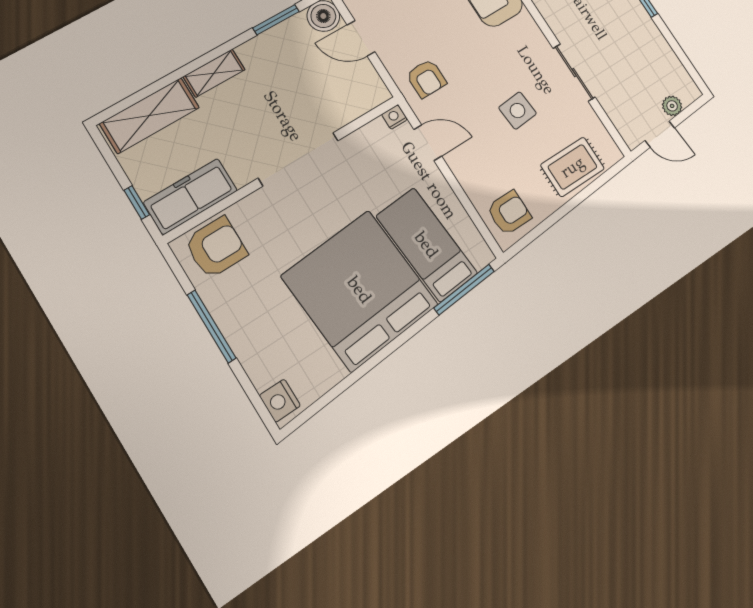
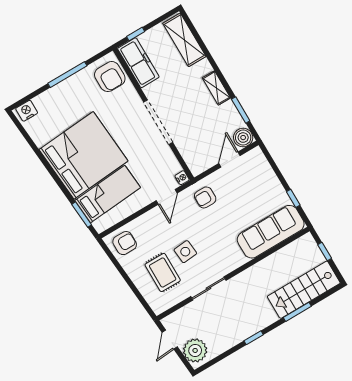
shelving: (214, 73) -> (216, 88), moved
plant: (672, 106) -> (195, 350), width x1.88, depth x1.88
rug: (572, 167) -> (163, 272), moved
armchair: (509, 213) -> (125, 243), turned -90
window: (464, 290) -> (82, 215), width x0.69

